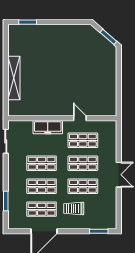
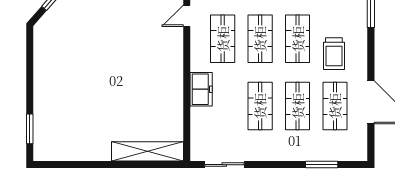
shelving: (14, 78) -> (148, 151), moved
door: (80, 118) -> (187, 16), moved
freezer: (48, 127) -> (201, 89), width x0.71

